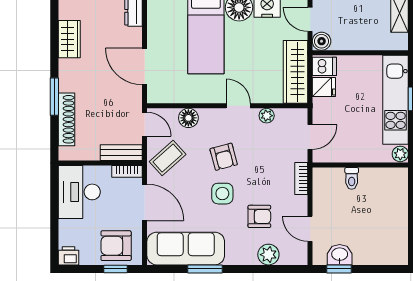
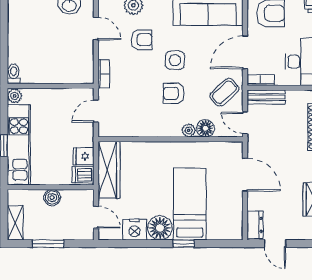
boiler: (322, 41) -> (52, 198), moved
door: (238, 106) -> (161, 139), removed
plant: (267, 116) -> (189, 130), moved
armchair: (224, 157) -> (174, 93), turned -75
toilet: (352, 178) -> (14, 74), moved
door: (145, 202) -> (245, 52), hinge flipped
armchair: (259, 216) -> (142, 40), turned 180

